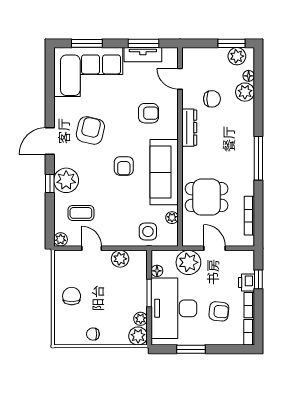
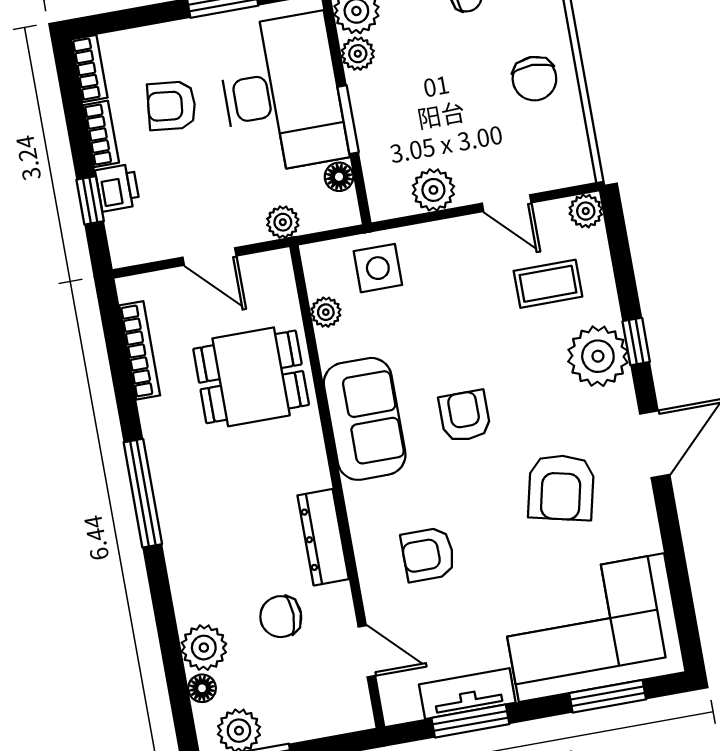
sofa: (164, 172) -> (365, 419), width x0.73
plant: (188, 262) -> (283, 222), width x0.53, depth x0.53

